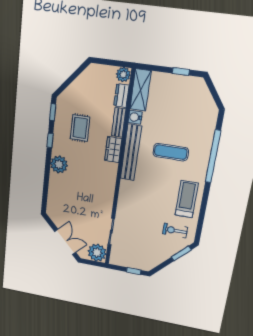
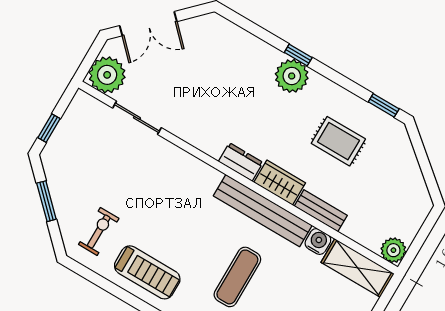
dresser: (121, 96) -> (241, 162), moved
window: (50, 140) -> (298, 55), moved
window: (181, 253) -> (46, 201), moved

